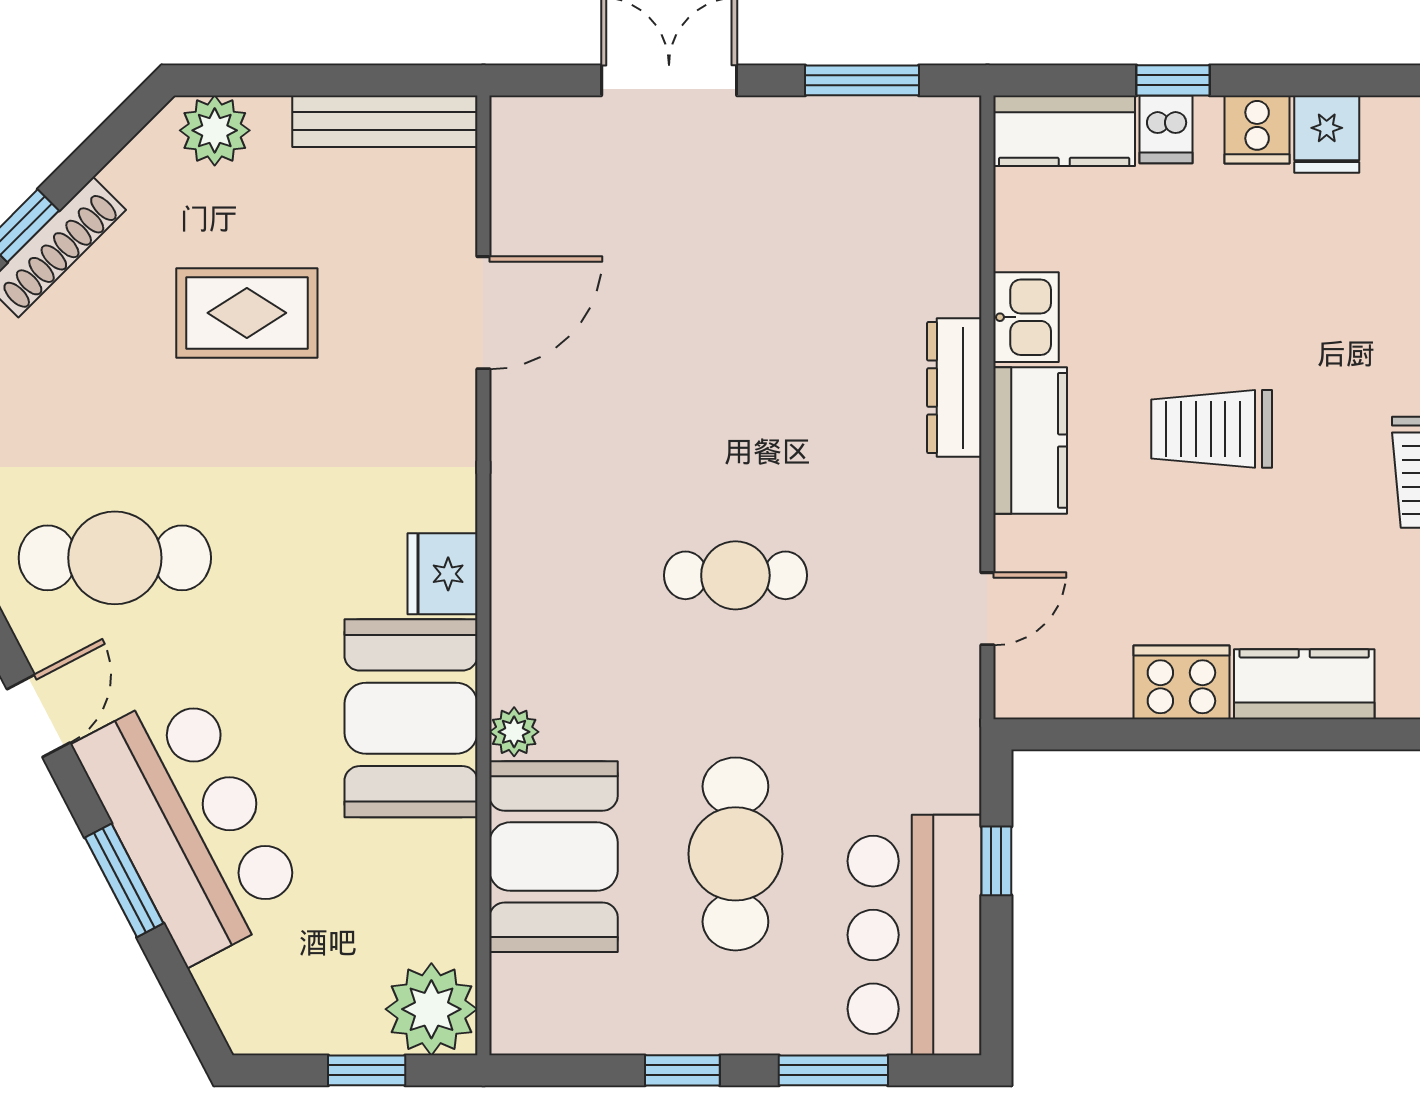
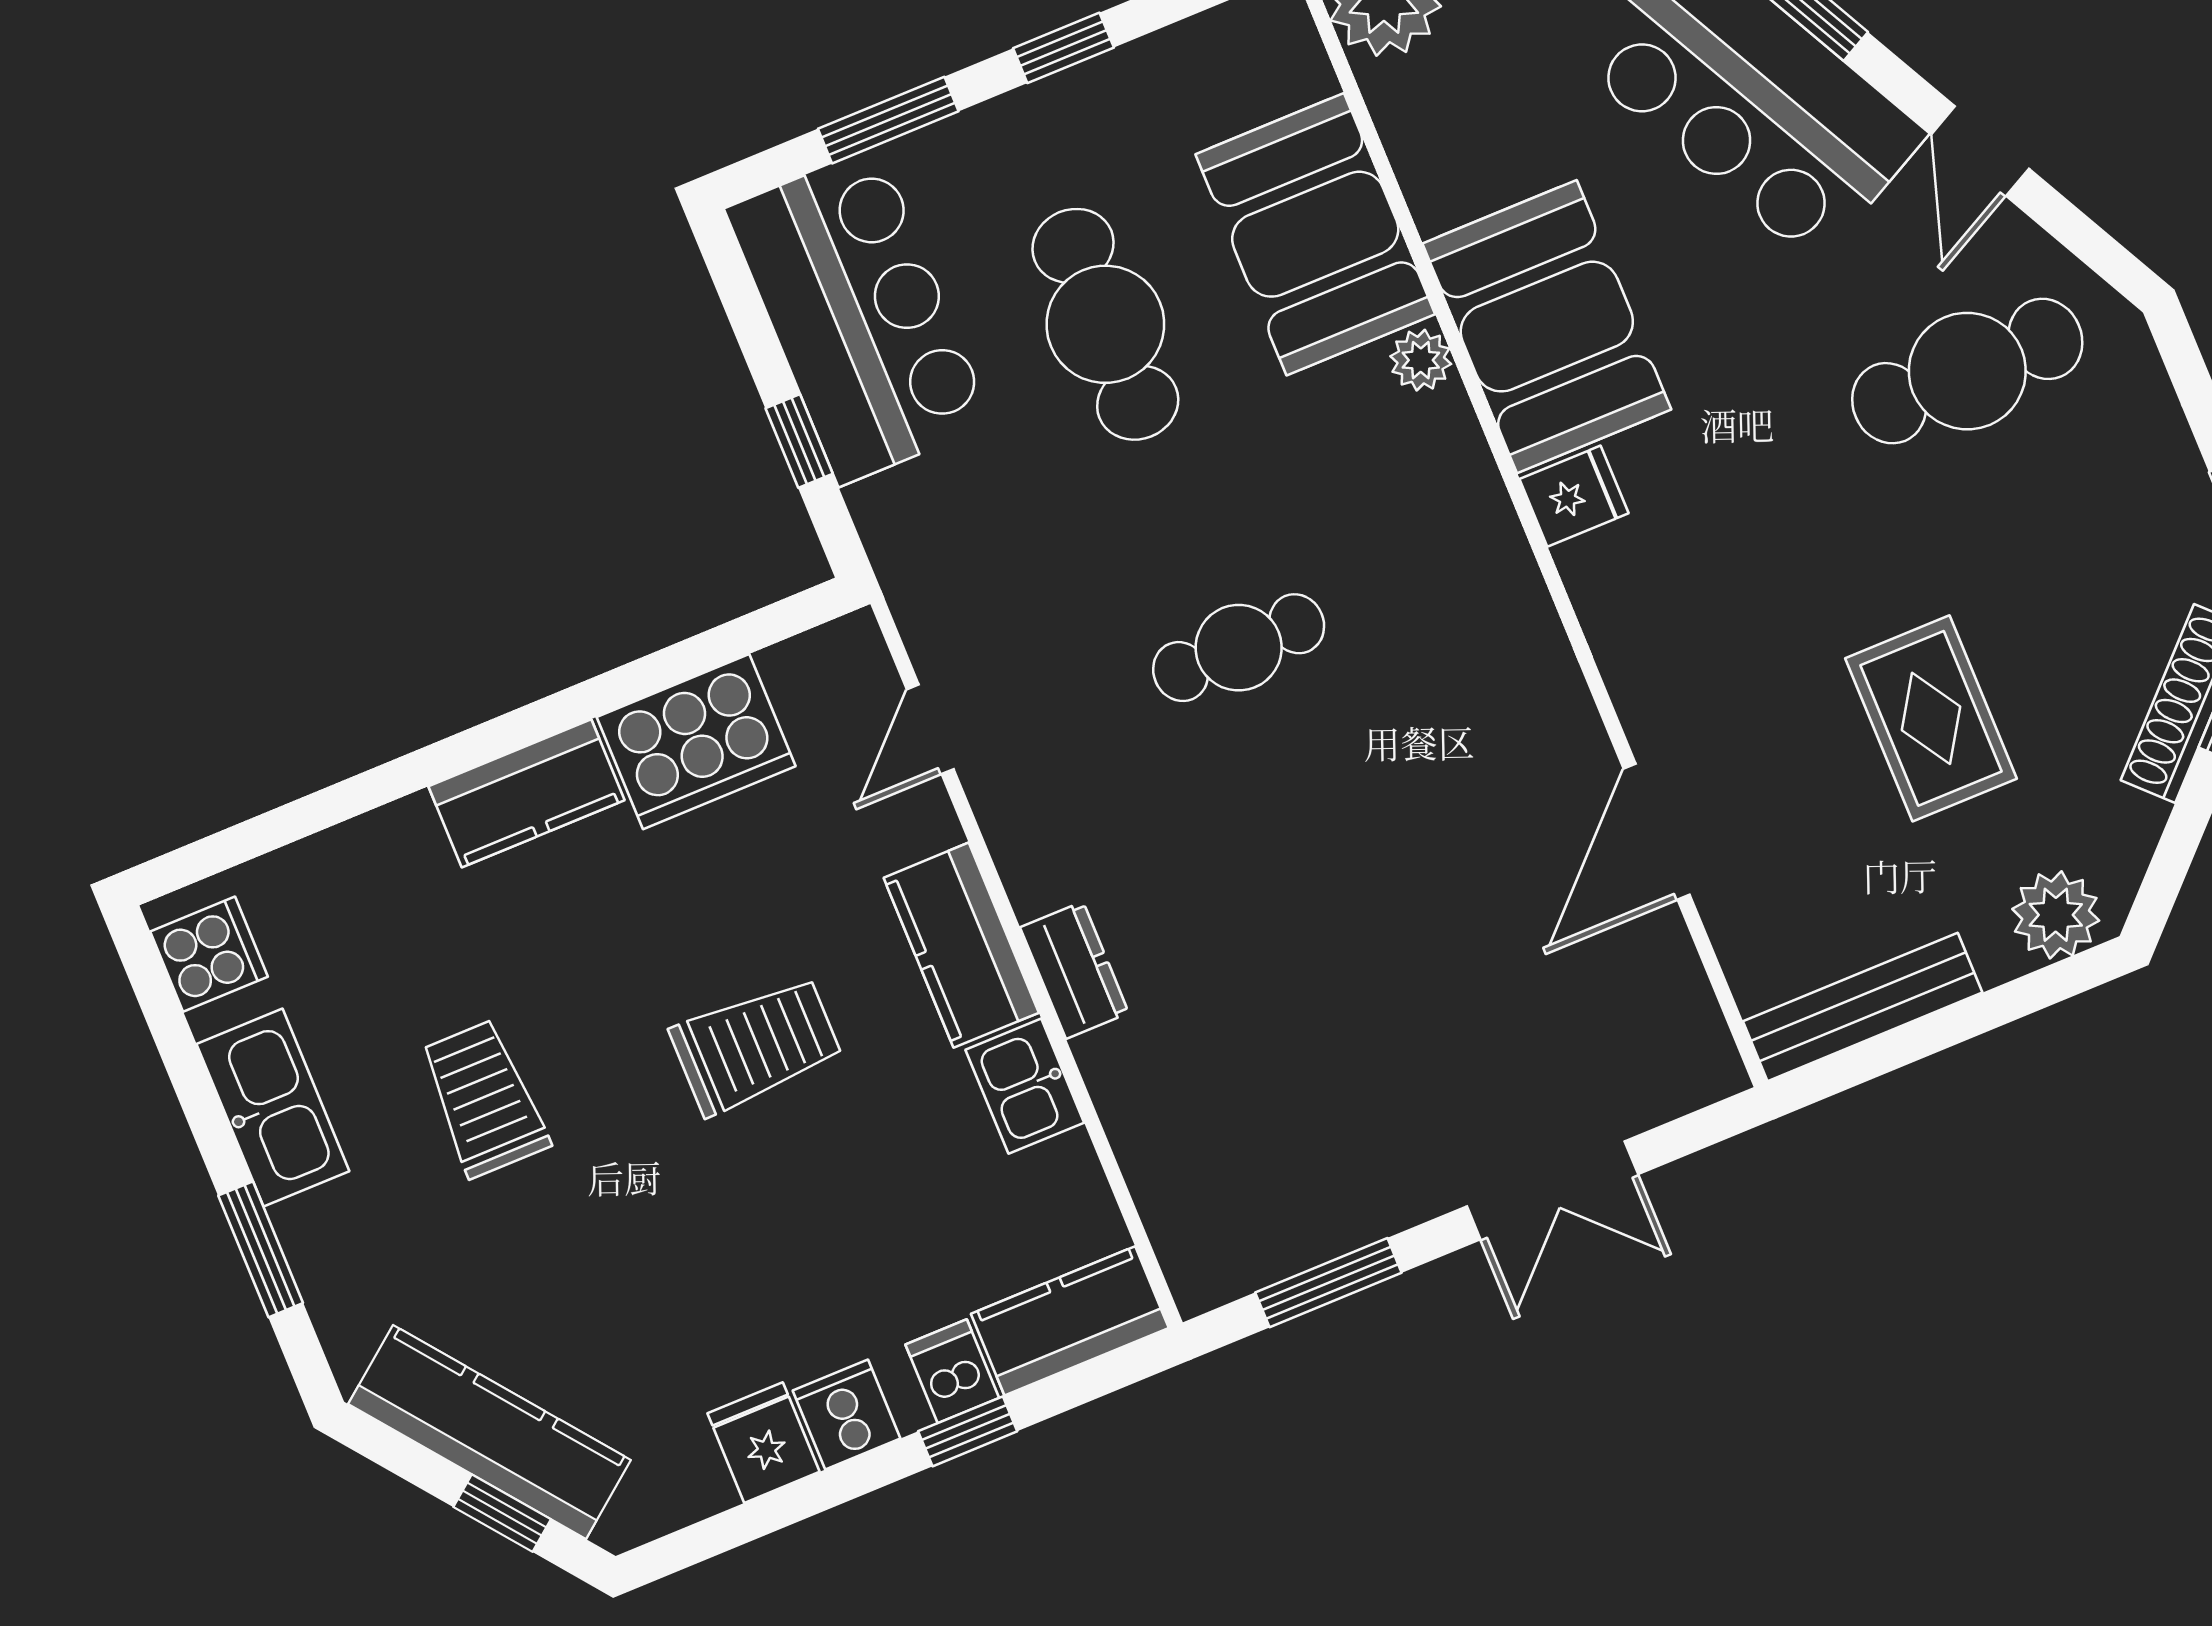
rug: (247, 313) -> (1931, 718), turned 90
dresser: (954, 388) -> (1074, 970), width x0.70
fridge: (443, 574) -> (1574, 496), width x0.72
cooker: (1181, 682) -> (696, 742), width x1.37, depth x1.31

